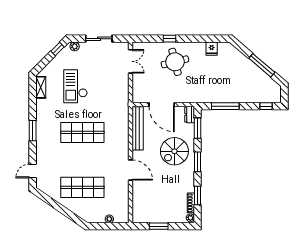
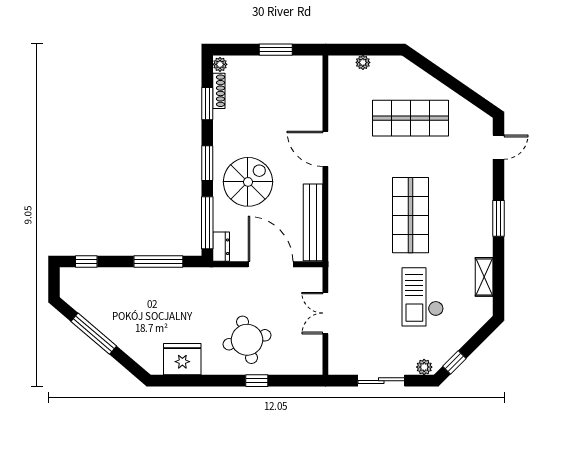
fridge: (212, 49) -> (182, 359), width x1.88, depth x1.34
double door: (131, 61) -> (325, 313), moved
checkout: (75, 86) -> (423, 297), turned 180
shelving: (41, 87) -> (484, 277), moved
window: (198, 128) -> (207, 223), width x1.44
shop shelf: (82, 132) -> (411, 215), turned 90

